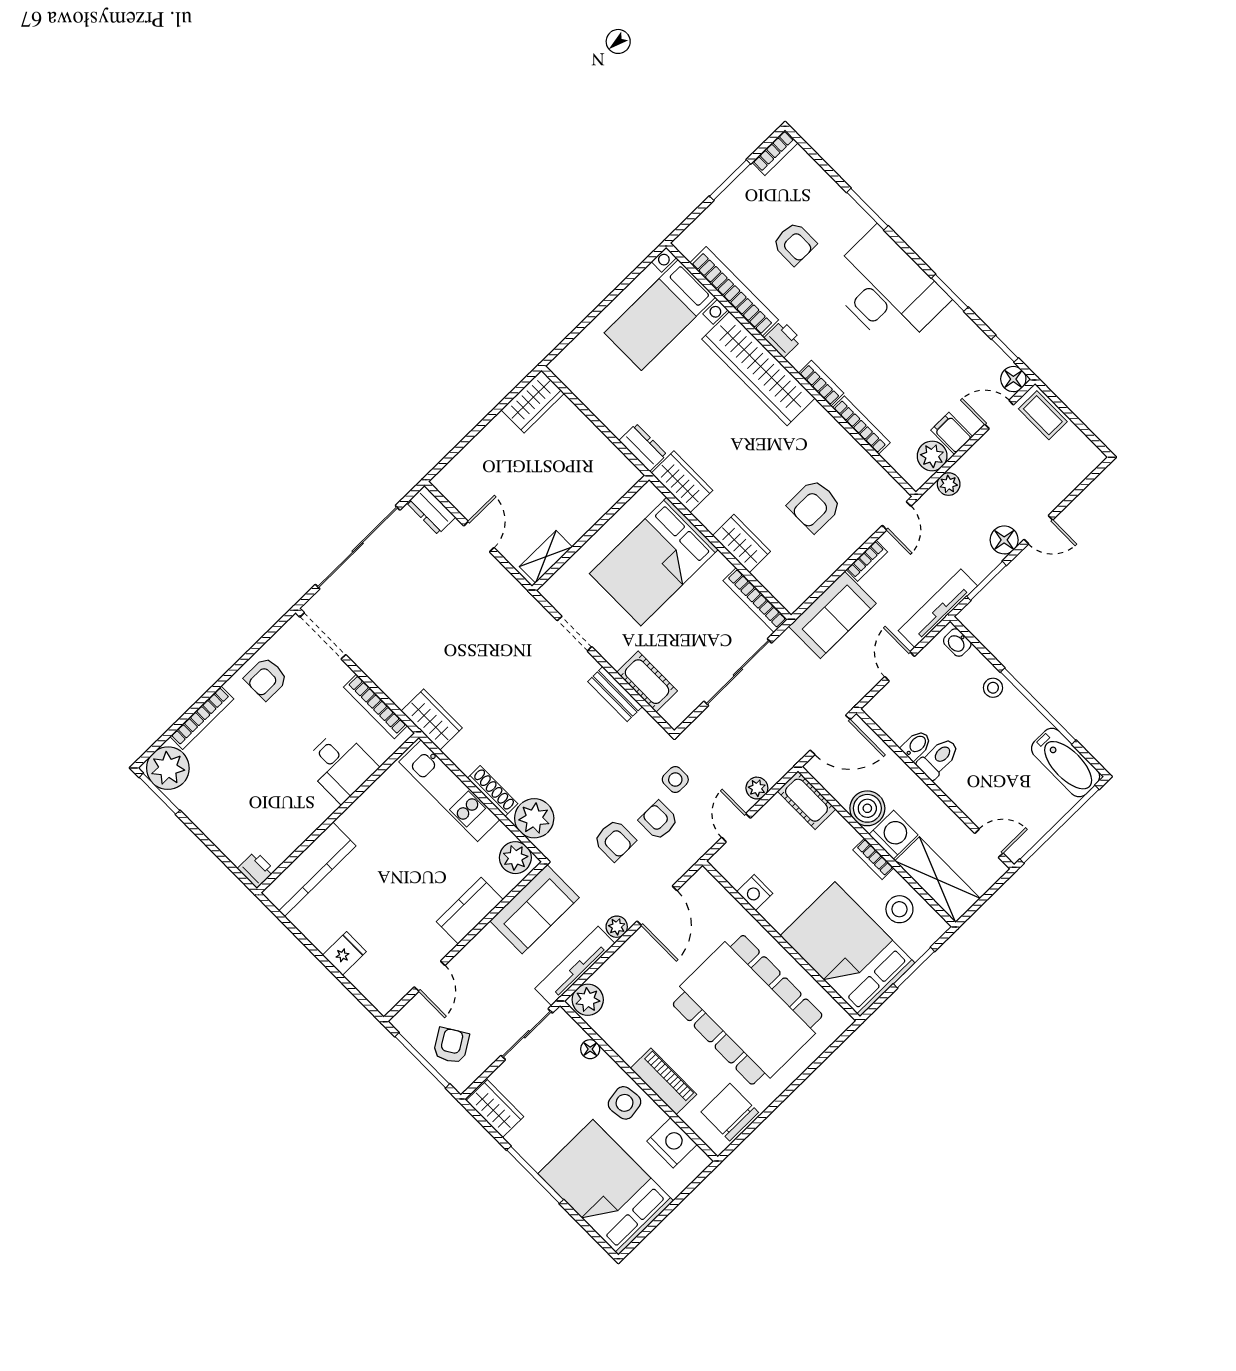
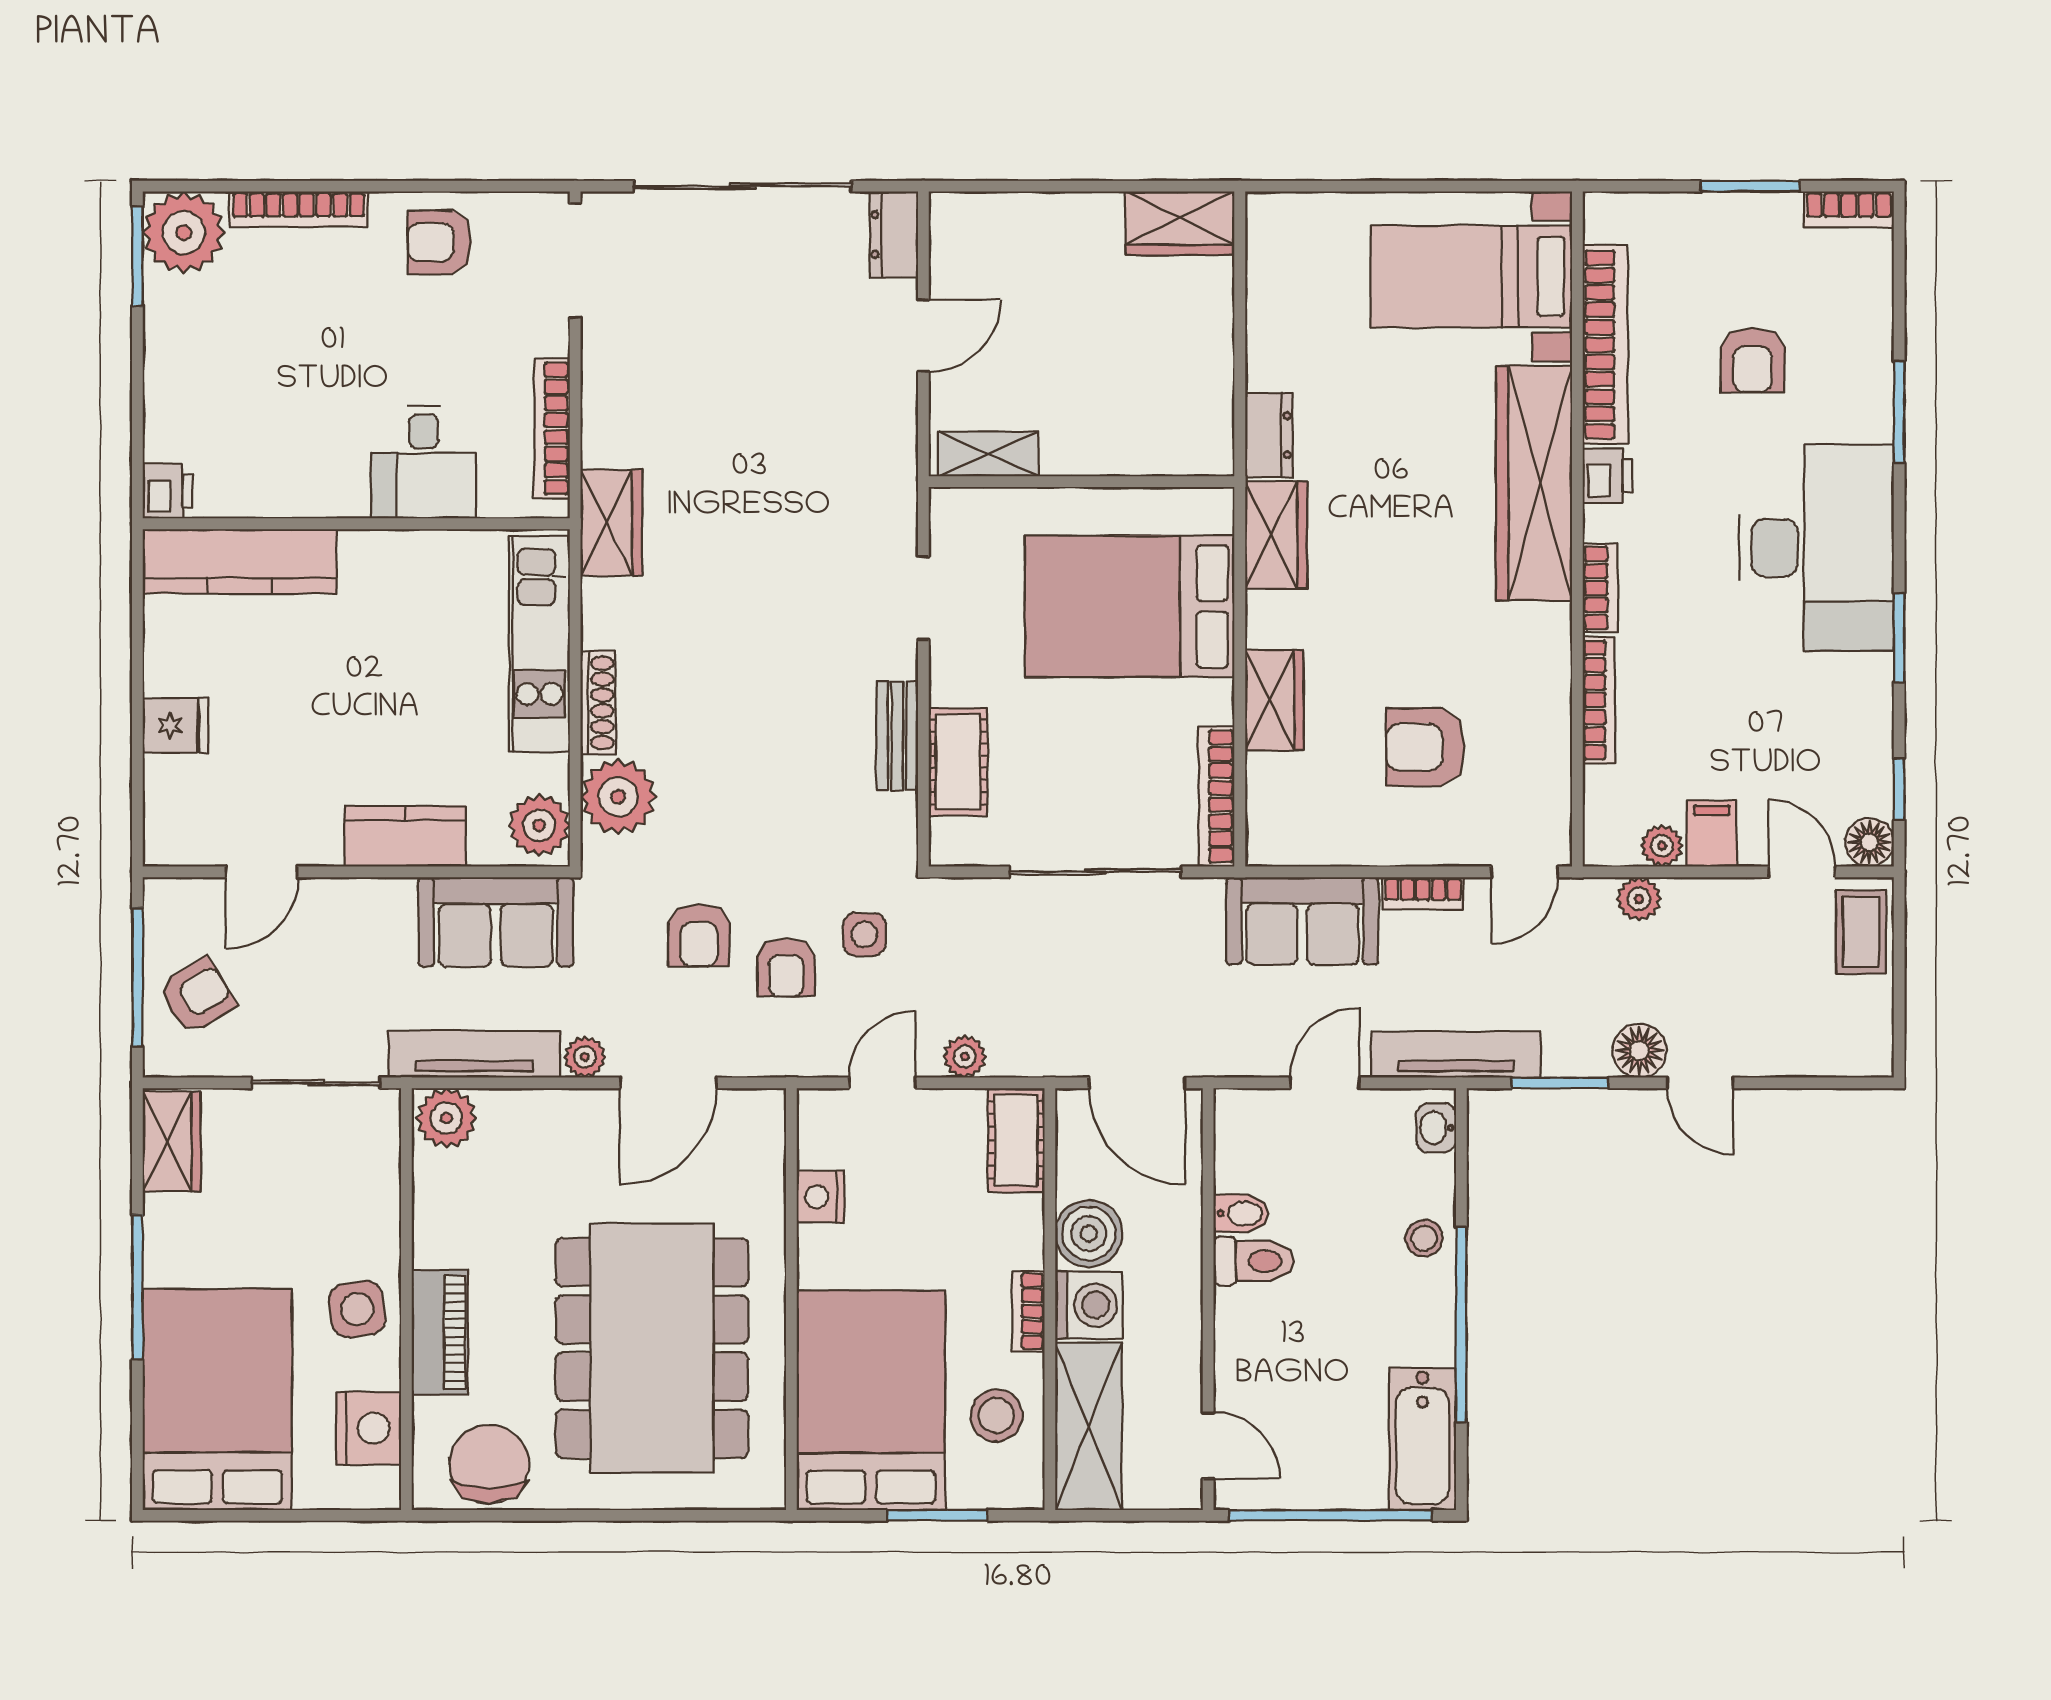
plant: (932, 456) -> (1662, 846), width x0.73, depth x0.73
armchair: (659, 820) -> (786, 968), turned 180
floor lamp: (590, 1049) -> (383, 1189), removed

